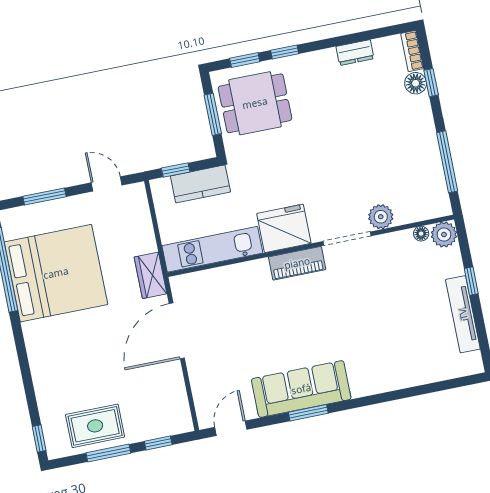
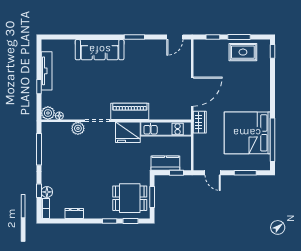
piano: (297, 263) -> (130, 111), width x1.37, depth x1.33
sofa: (301, 389) -> (100, 50), moved

